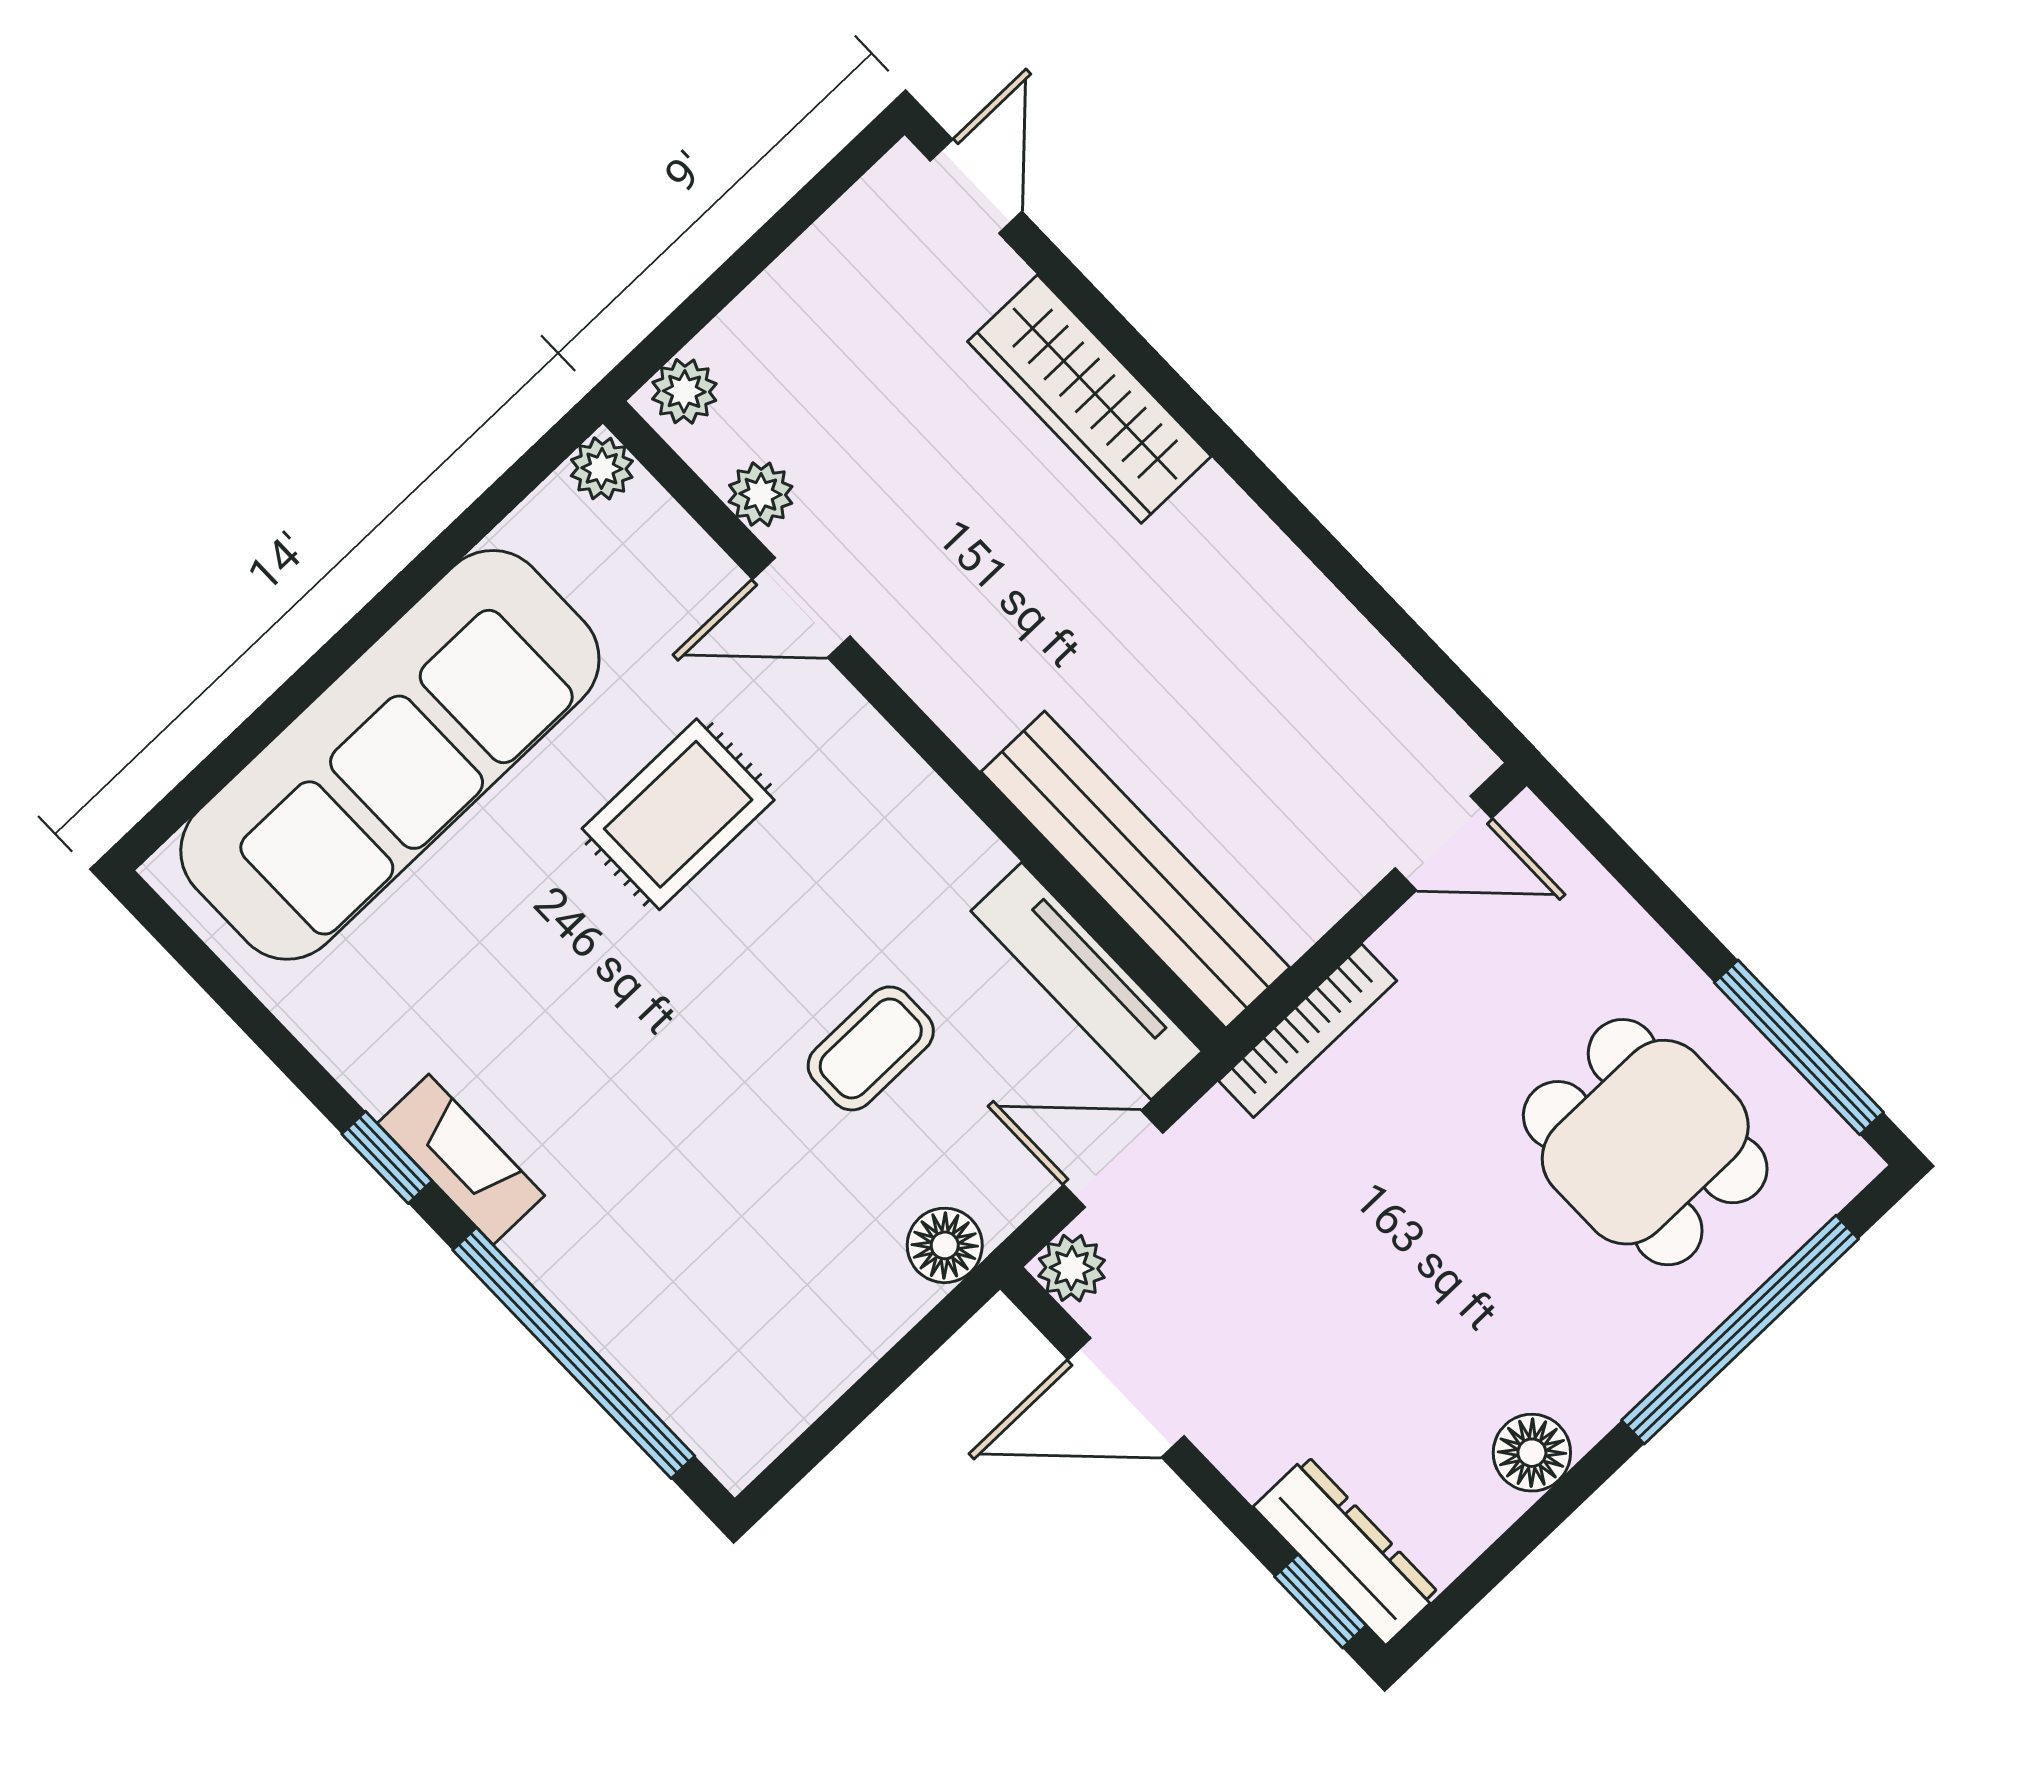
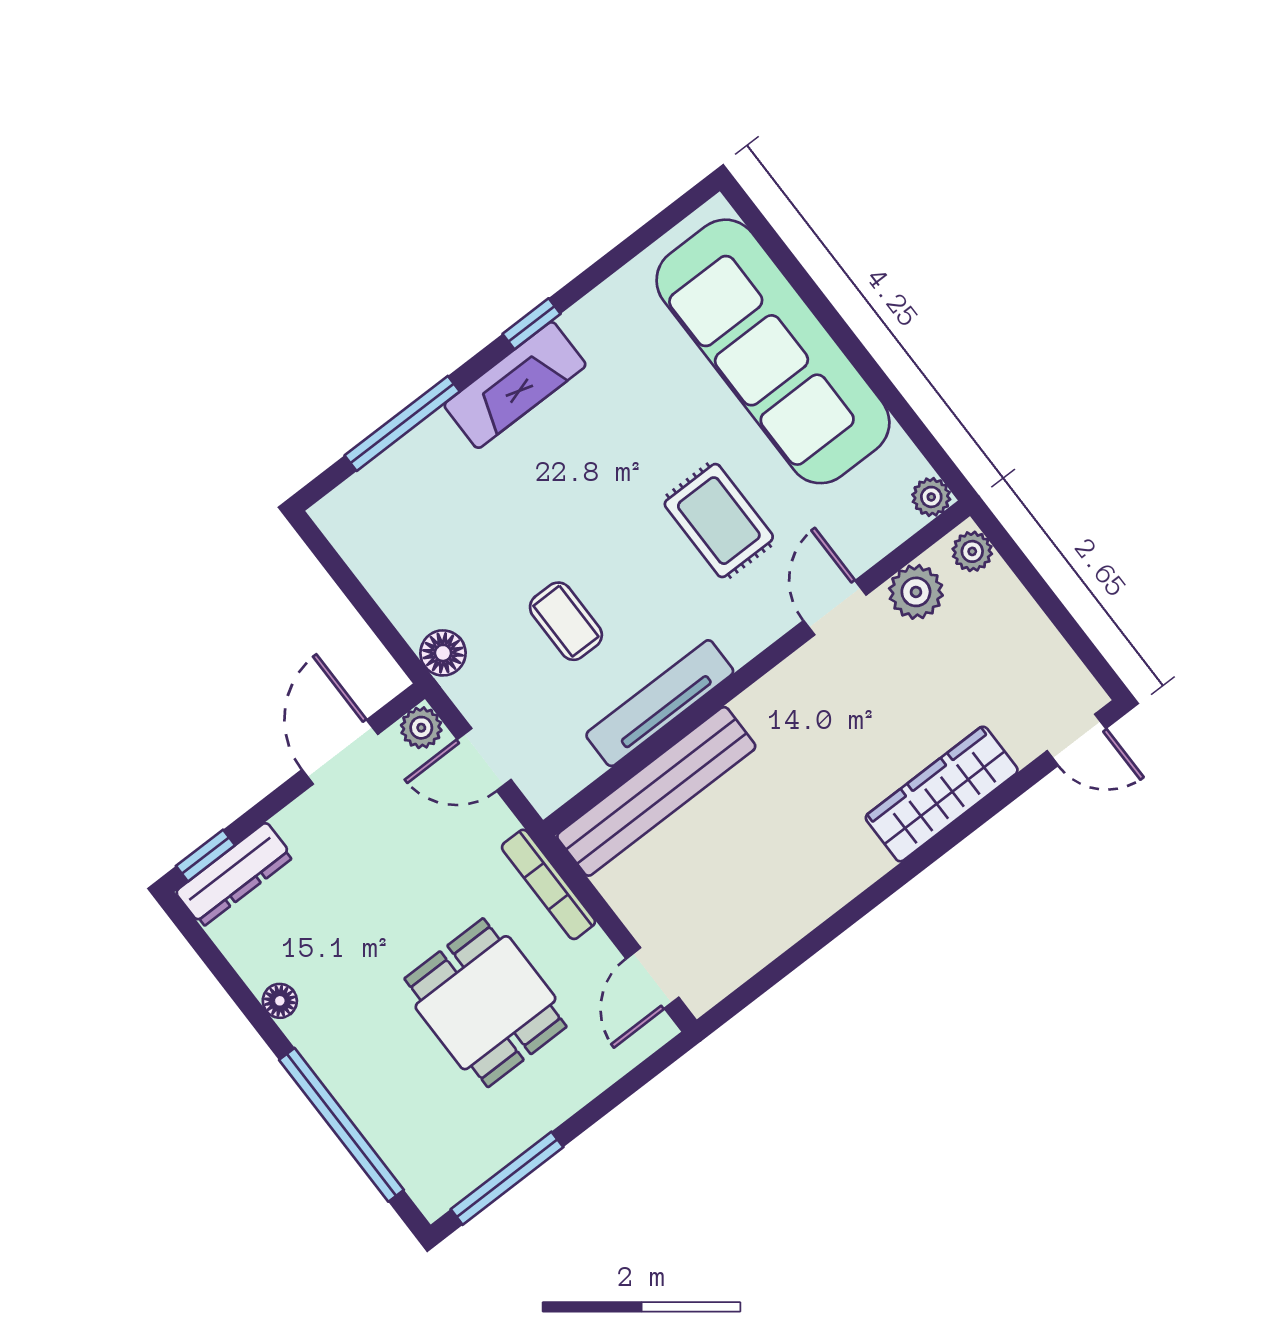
plant: (761, 494) -> (916, 592), width x1.38, depth x1.38
tv unit: (1086, 981) -> (660, 703), moved
dining table: (1645, 1142) -> (485, 1003), moved, turned 90
fireplace: (461, 1159) -> (515, 385), width x1.37, depth x1.32
door: (1113, 1159) -> (484, 760), swing flipped
window: (574, 1353) -> (402, 423), width x0.68
floor lamp: (1532, 1453) -> (280, 1001), width x0.73, depth x0.73

